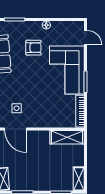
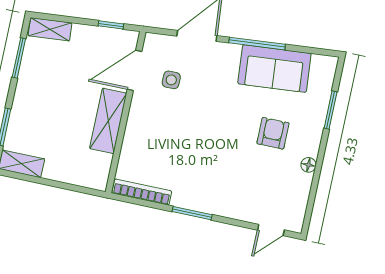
armchair: (33, 48) -> (273, 133), turned 180
corner sofa: (67, 70) -> (220, 184), removed
shelving: (67, 137) -> (108, 121), moved

